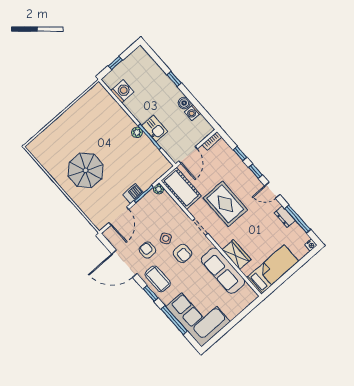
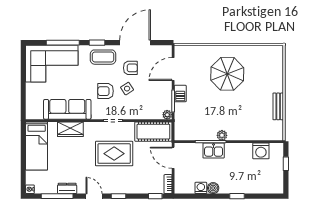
bench: (76, 108) -> (278, 106), added
window: (240, 154) -> (155, 196), moved
door: (272, 190) -> (94, 196), hinge flipped
door: (119, 216) -> (173, 69), hinge flipped

